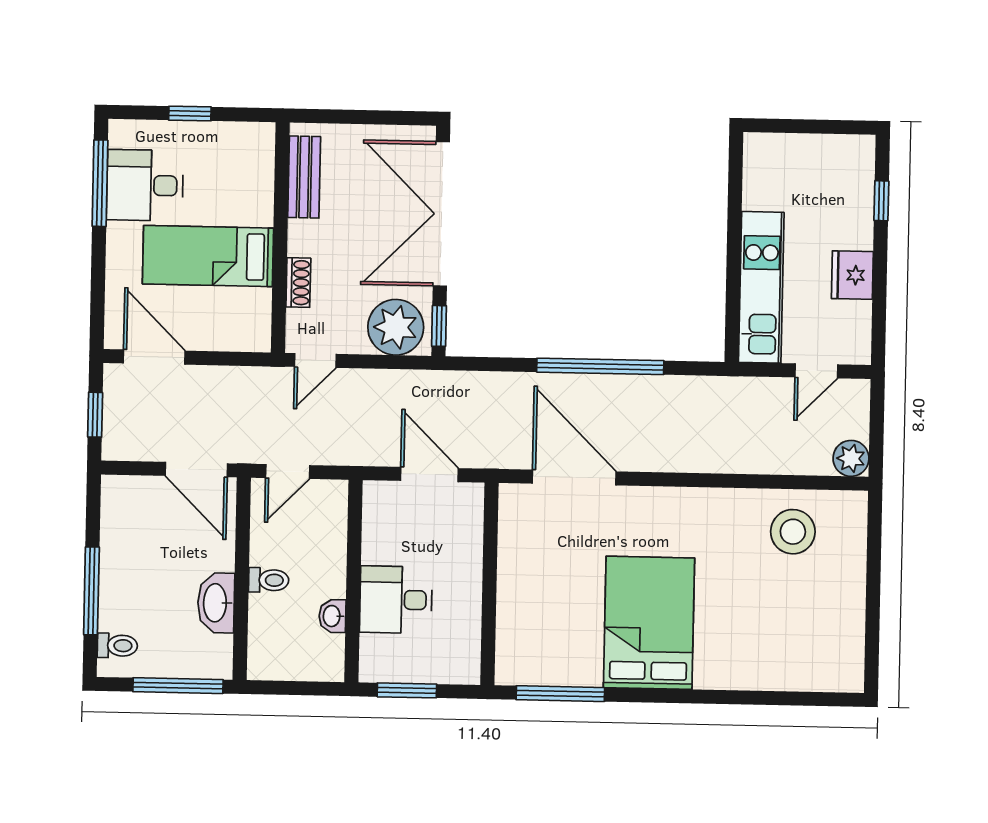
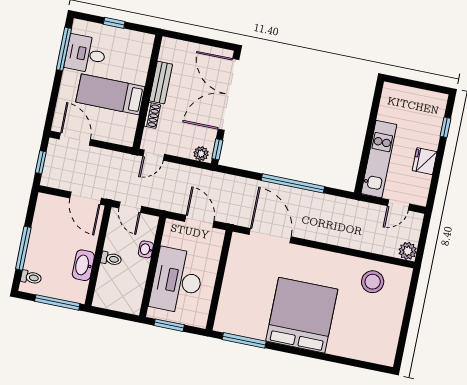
bench: (304, 177) -> (161, 82), moved
plant: (396, 327) -> (201, 154), width x0.53, depth x0.53
door: (288, 472) -> (130, 207), hinge flipped
desk: (396, 600) -> (177, 281), width x1.87, depth x1.30
washbasin: (332, 616) -> (146, 249), moved
bed: (649, 623) -> (302, 315), width x1.36

